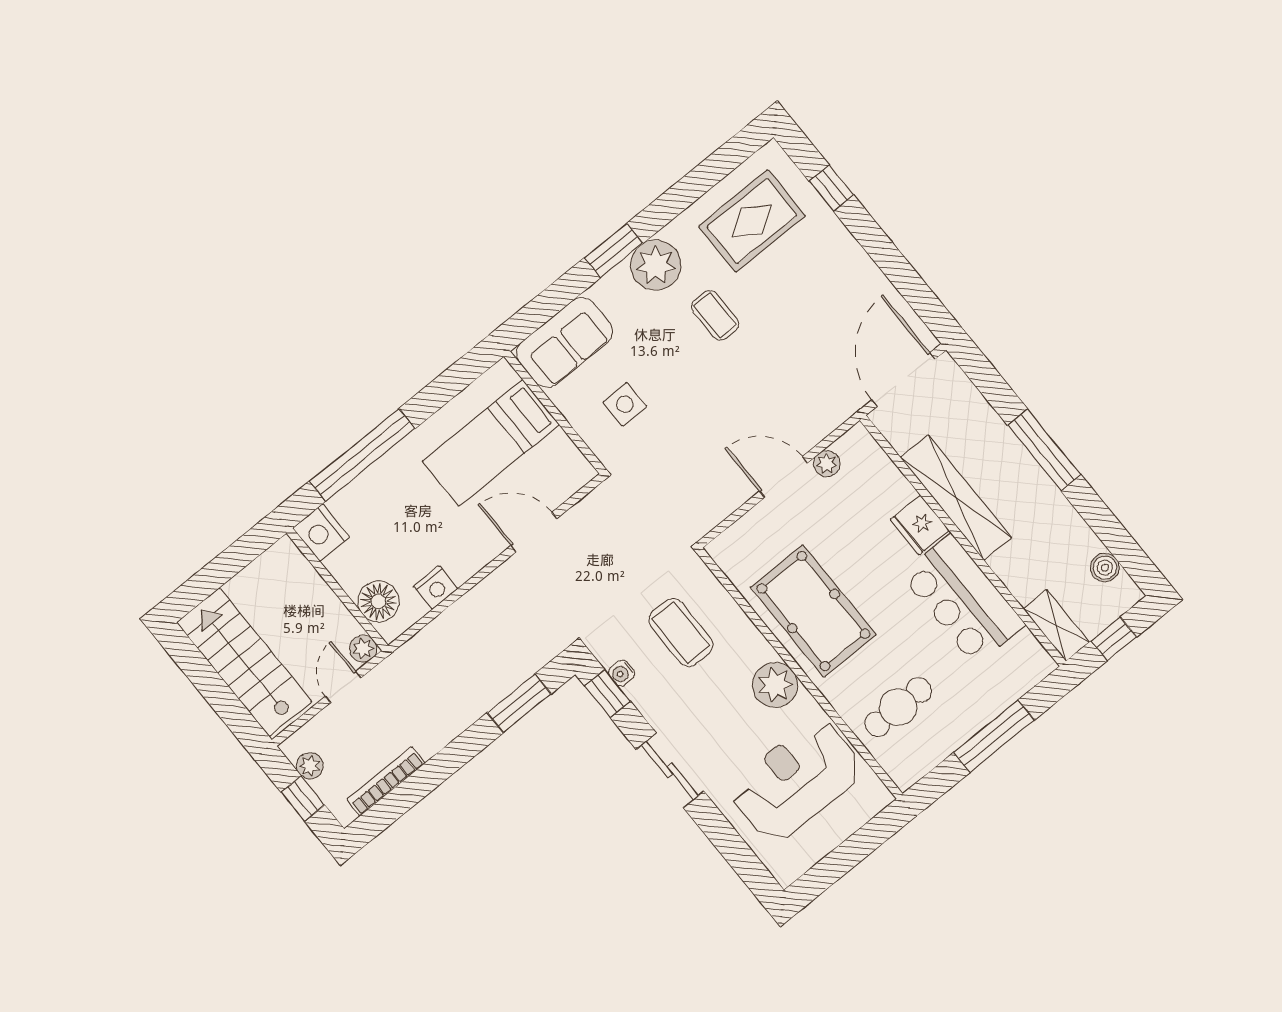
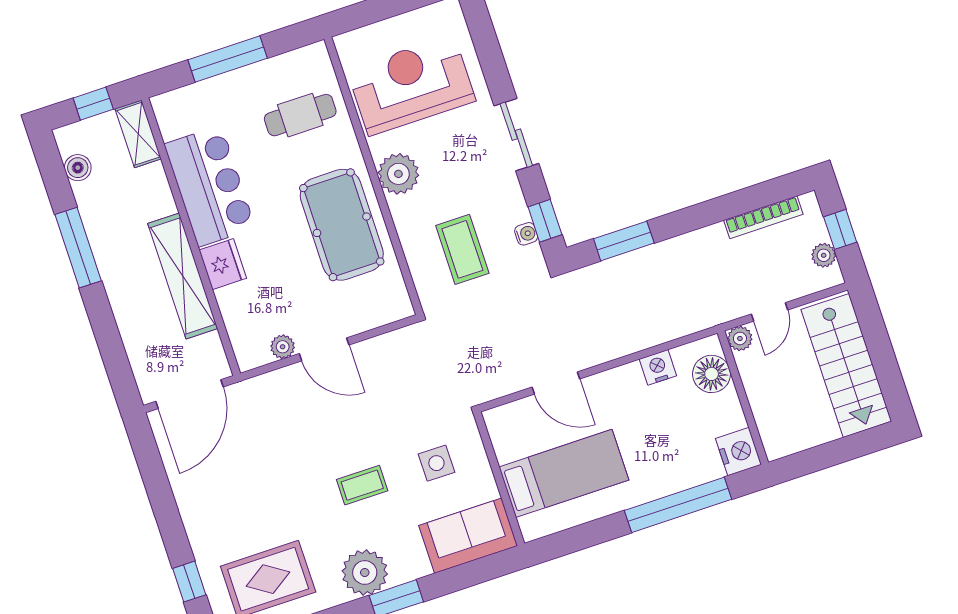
coffee table: (715, 315) -> (362, 485), moved, turned 90
window: (1044, 450) -> (78, 248), moved
reception desk: (796, 780) -> (411, 85), turned 180

